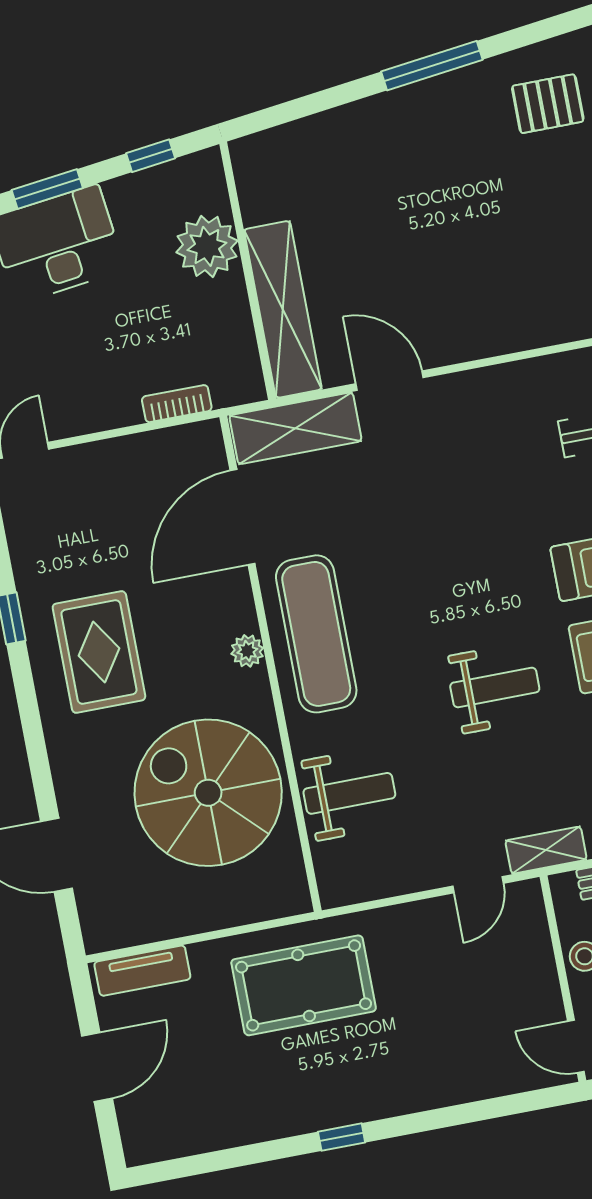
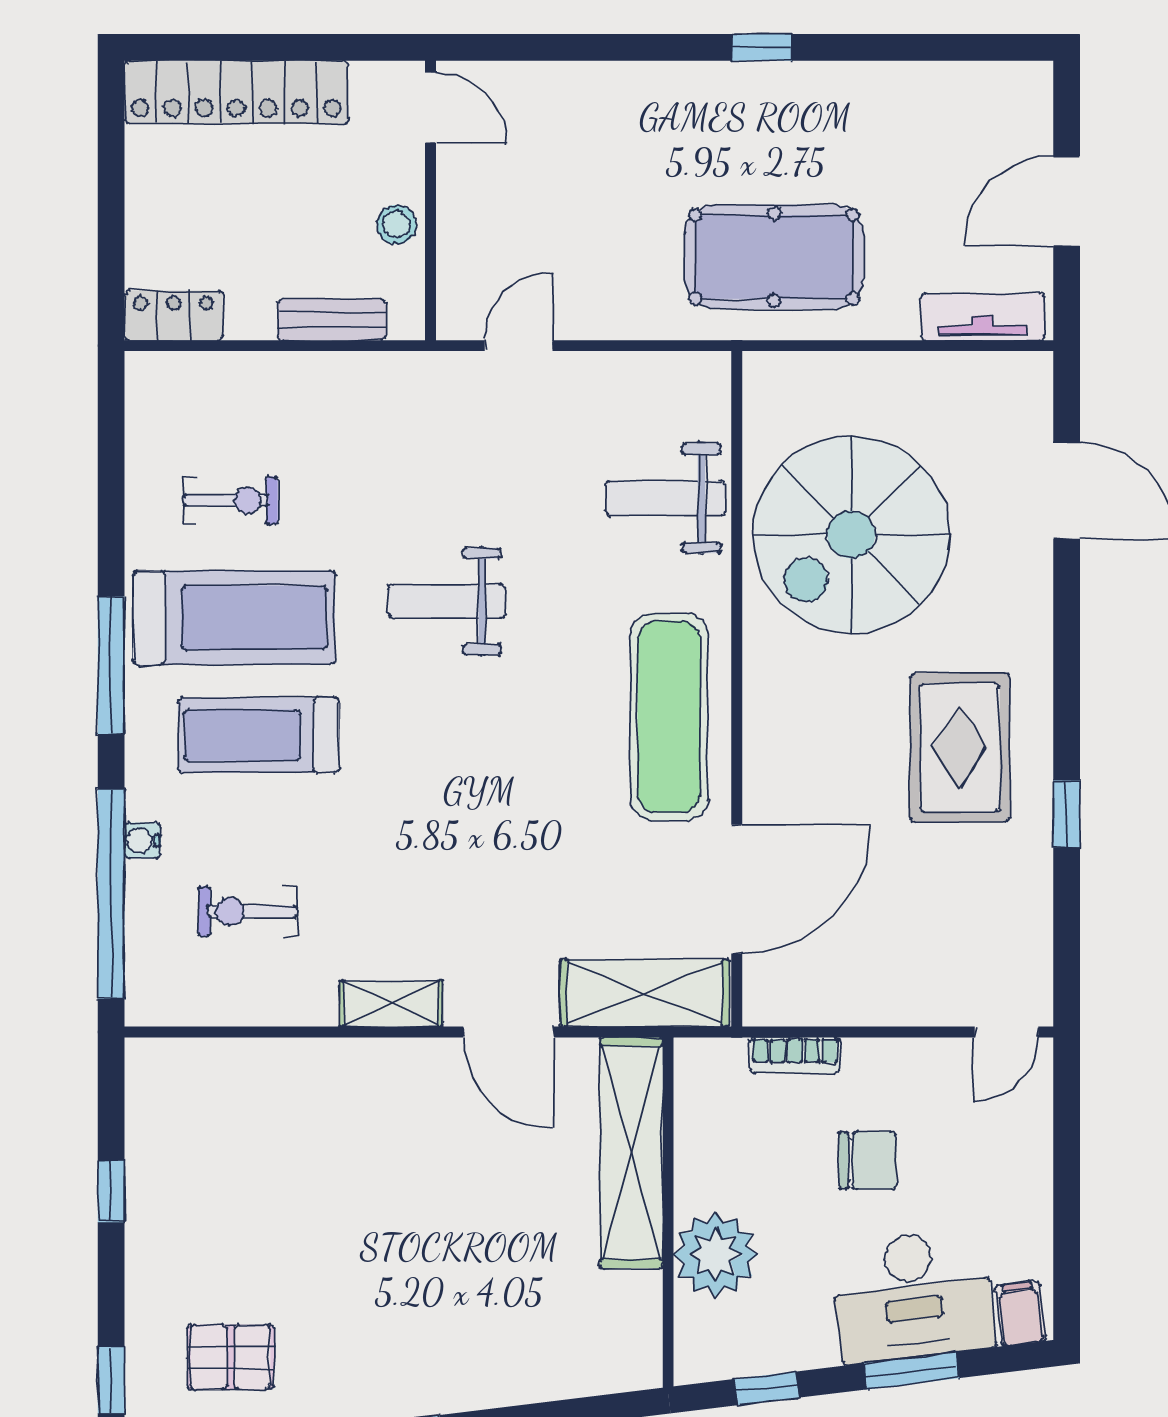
chair: (109, 337) -> (868, 1160), added
plant: (247, 651) -> (764, 712), removed
spiral stairs: (208, 793) -> (851, 535), turned 90
shelving: (546, 850) -> (391, 1004), moved

